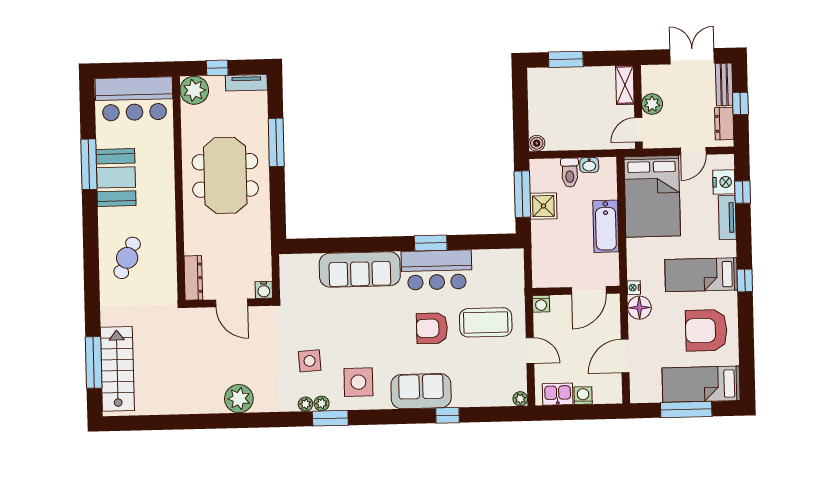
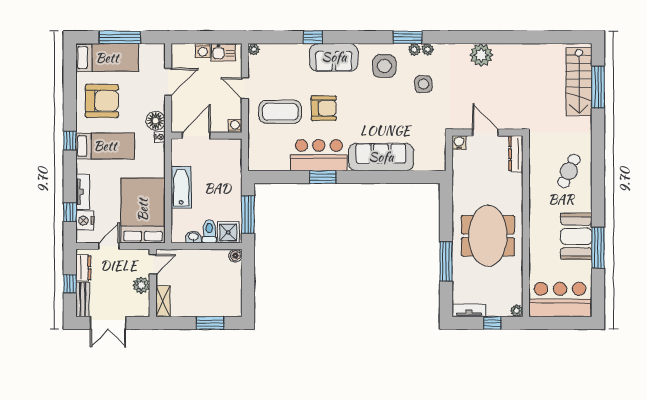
plant: (194, 90) -> (517, 311), width x0.53, depth x0.53
shower: (543, 206) -> (228, 232), moved

